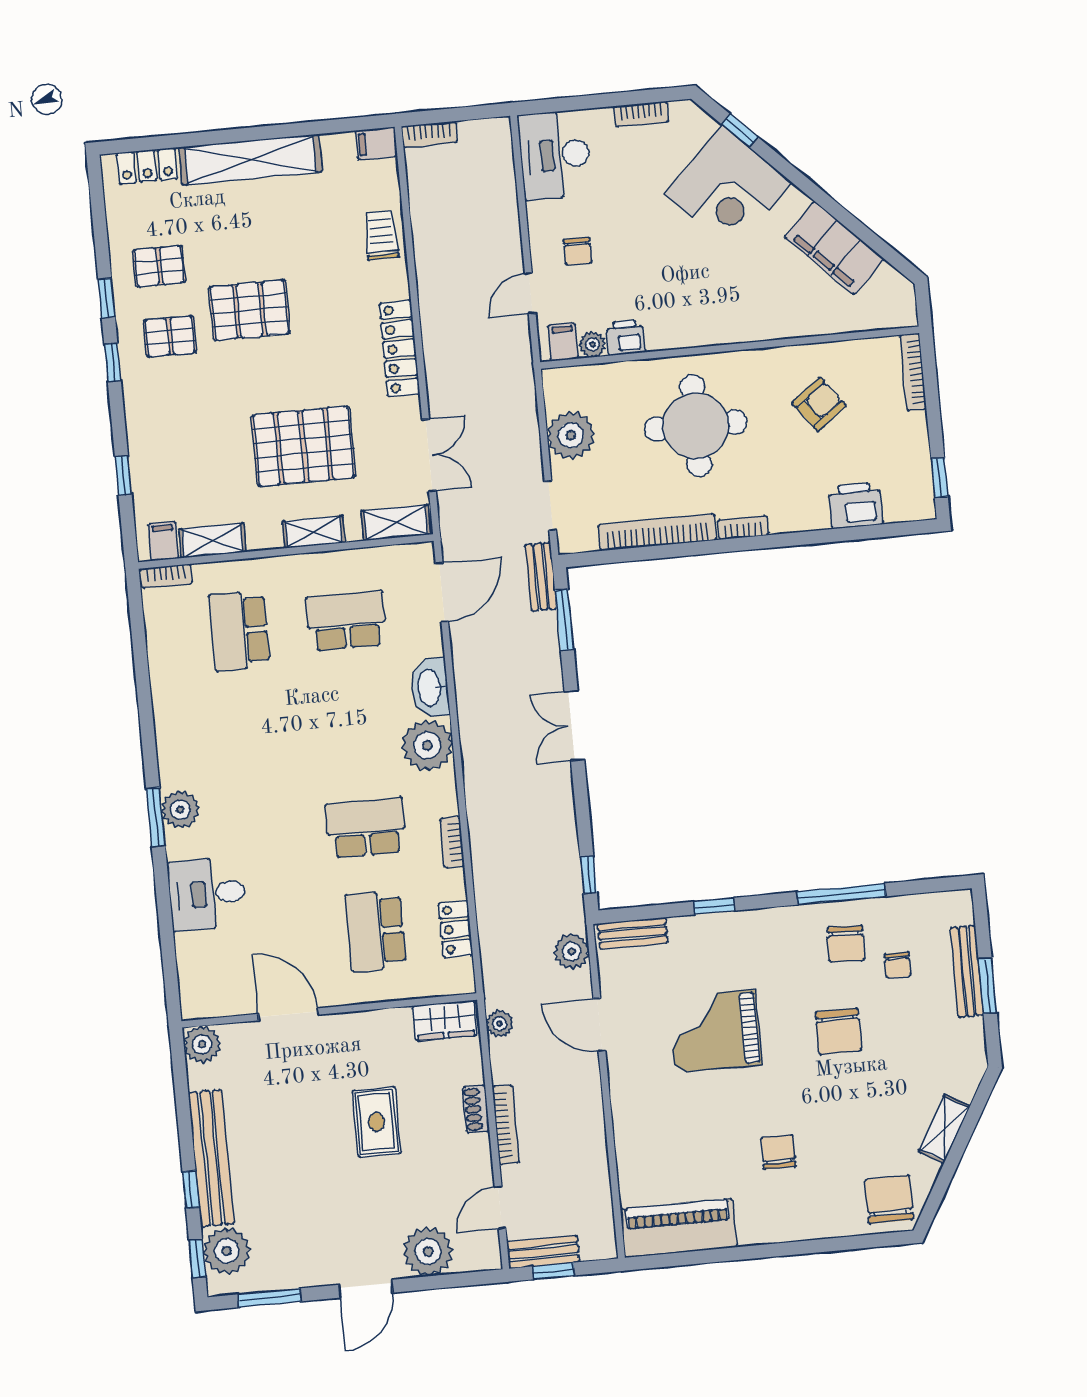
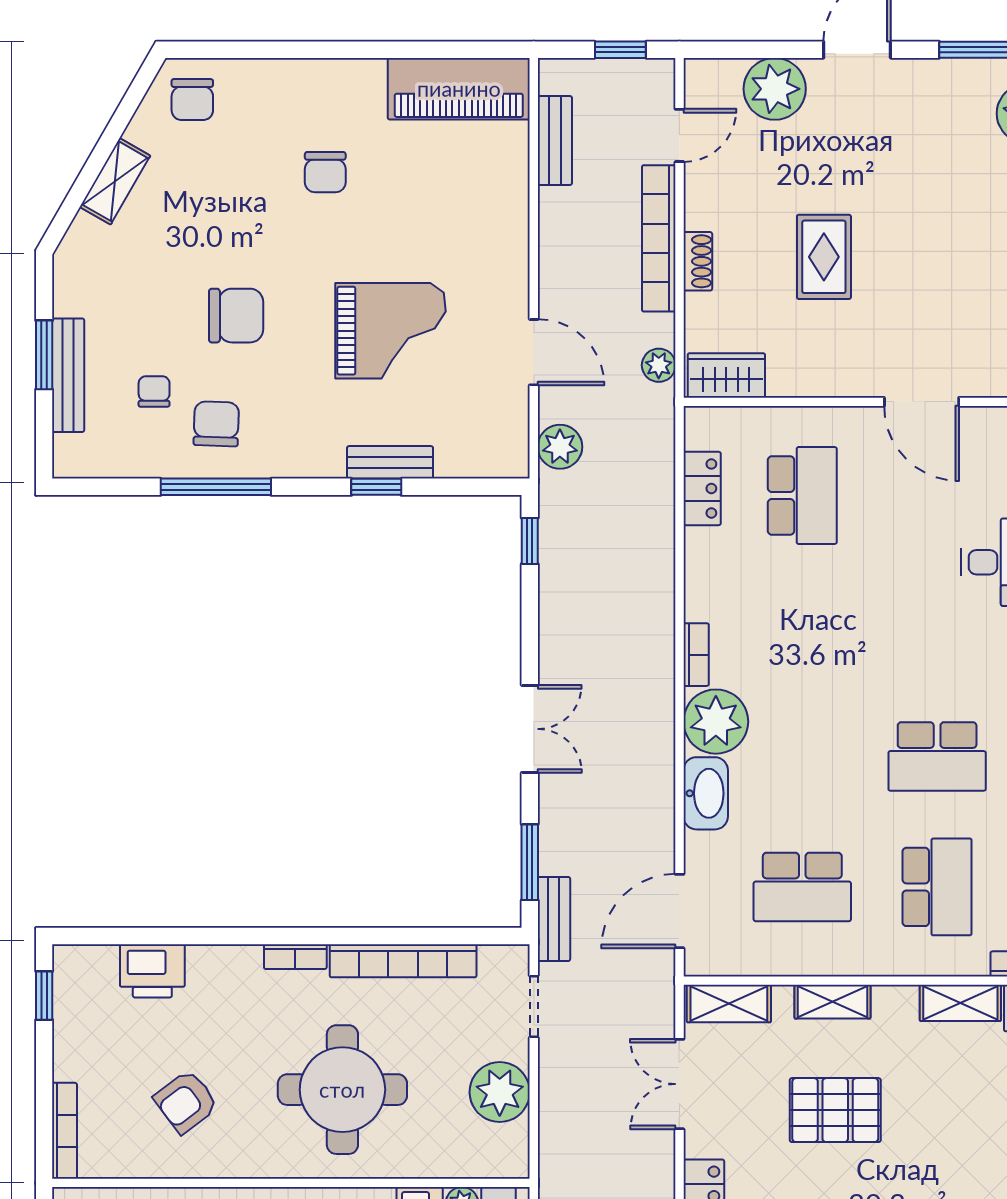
pallet: (303, 446) -> (835, 1110), width x0.73, depth x0.71
school desk: (366, 828) -> (937, 756), moved
bookcase: (452, 842) -> (696, 655), moved
bench: (633, 933) -> (390, 462), moved
chair: (838, 1031) -> (236, 316), turned 90
bookcase: (506, 1125) -> (659, 238), width x1.48, depth x1.31
chair: (889, 1199) -> (192, 100), width x0.73, depth x0.73
bench: (543, 1252) -> (555, 141), moved, turned 90

